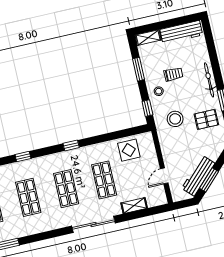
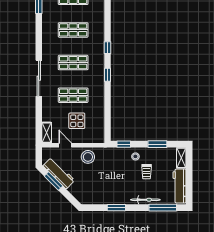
window: (211, 46) -> (163, 208), added
bicycle: (209, 80) -> (145, 200), moved
stool: (175, 119) -> (88, 157), moved
pallet: (206, 119) -> (104, 190), removed
display table: (129, 150) -> (77, 121), moved
window: (23, 156) -> (108, 48), moved
shelving: (134, 206) -> (47, 133), moved

